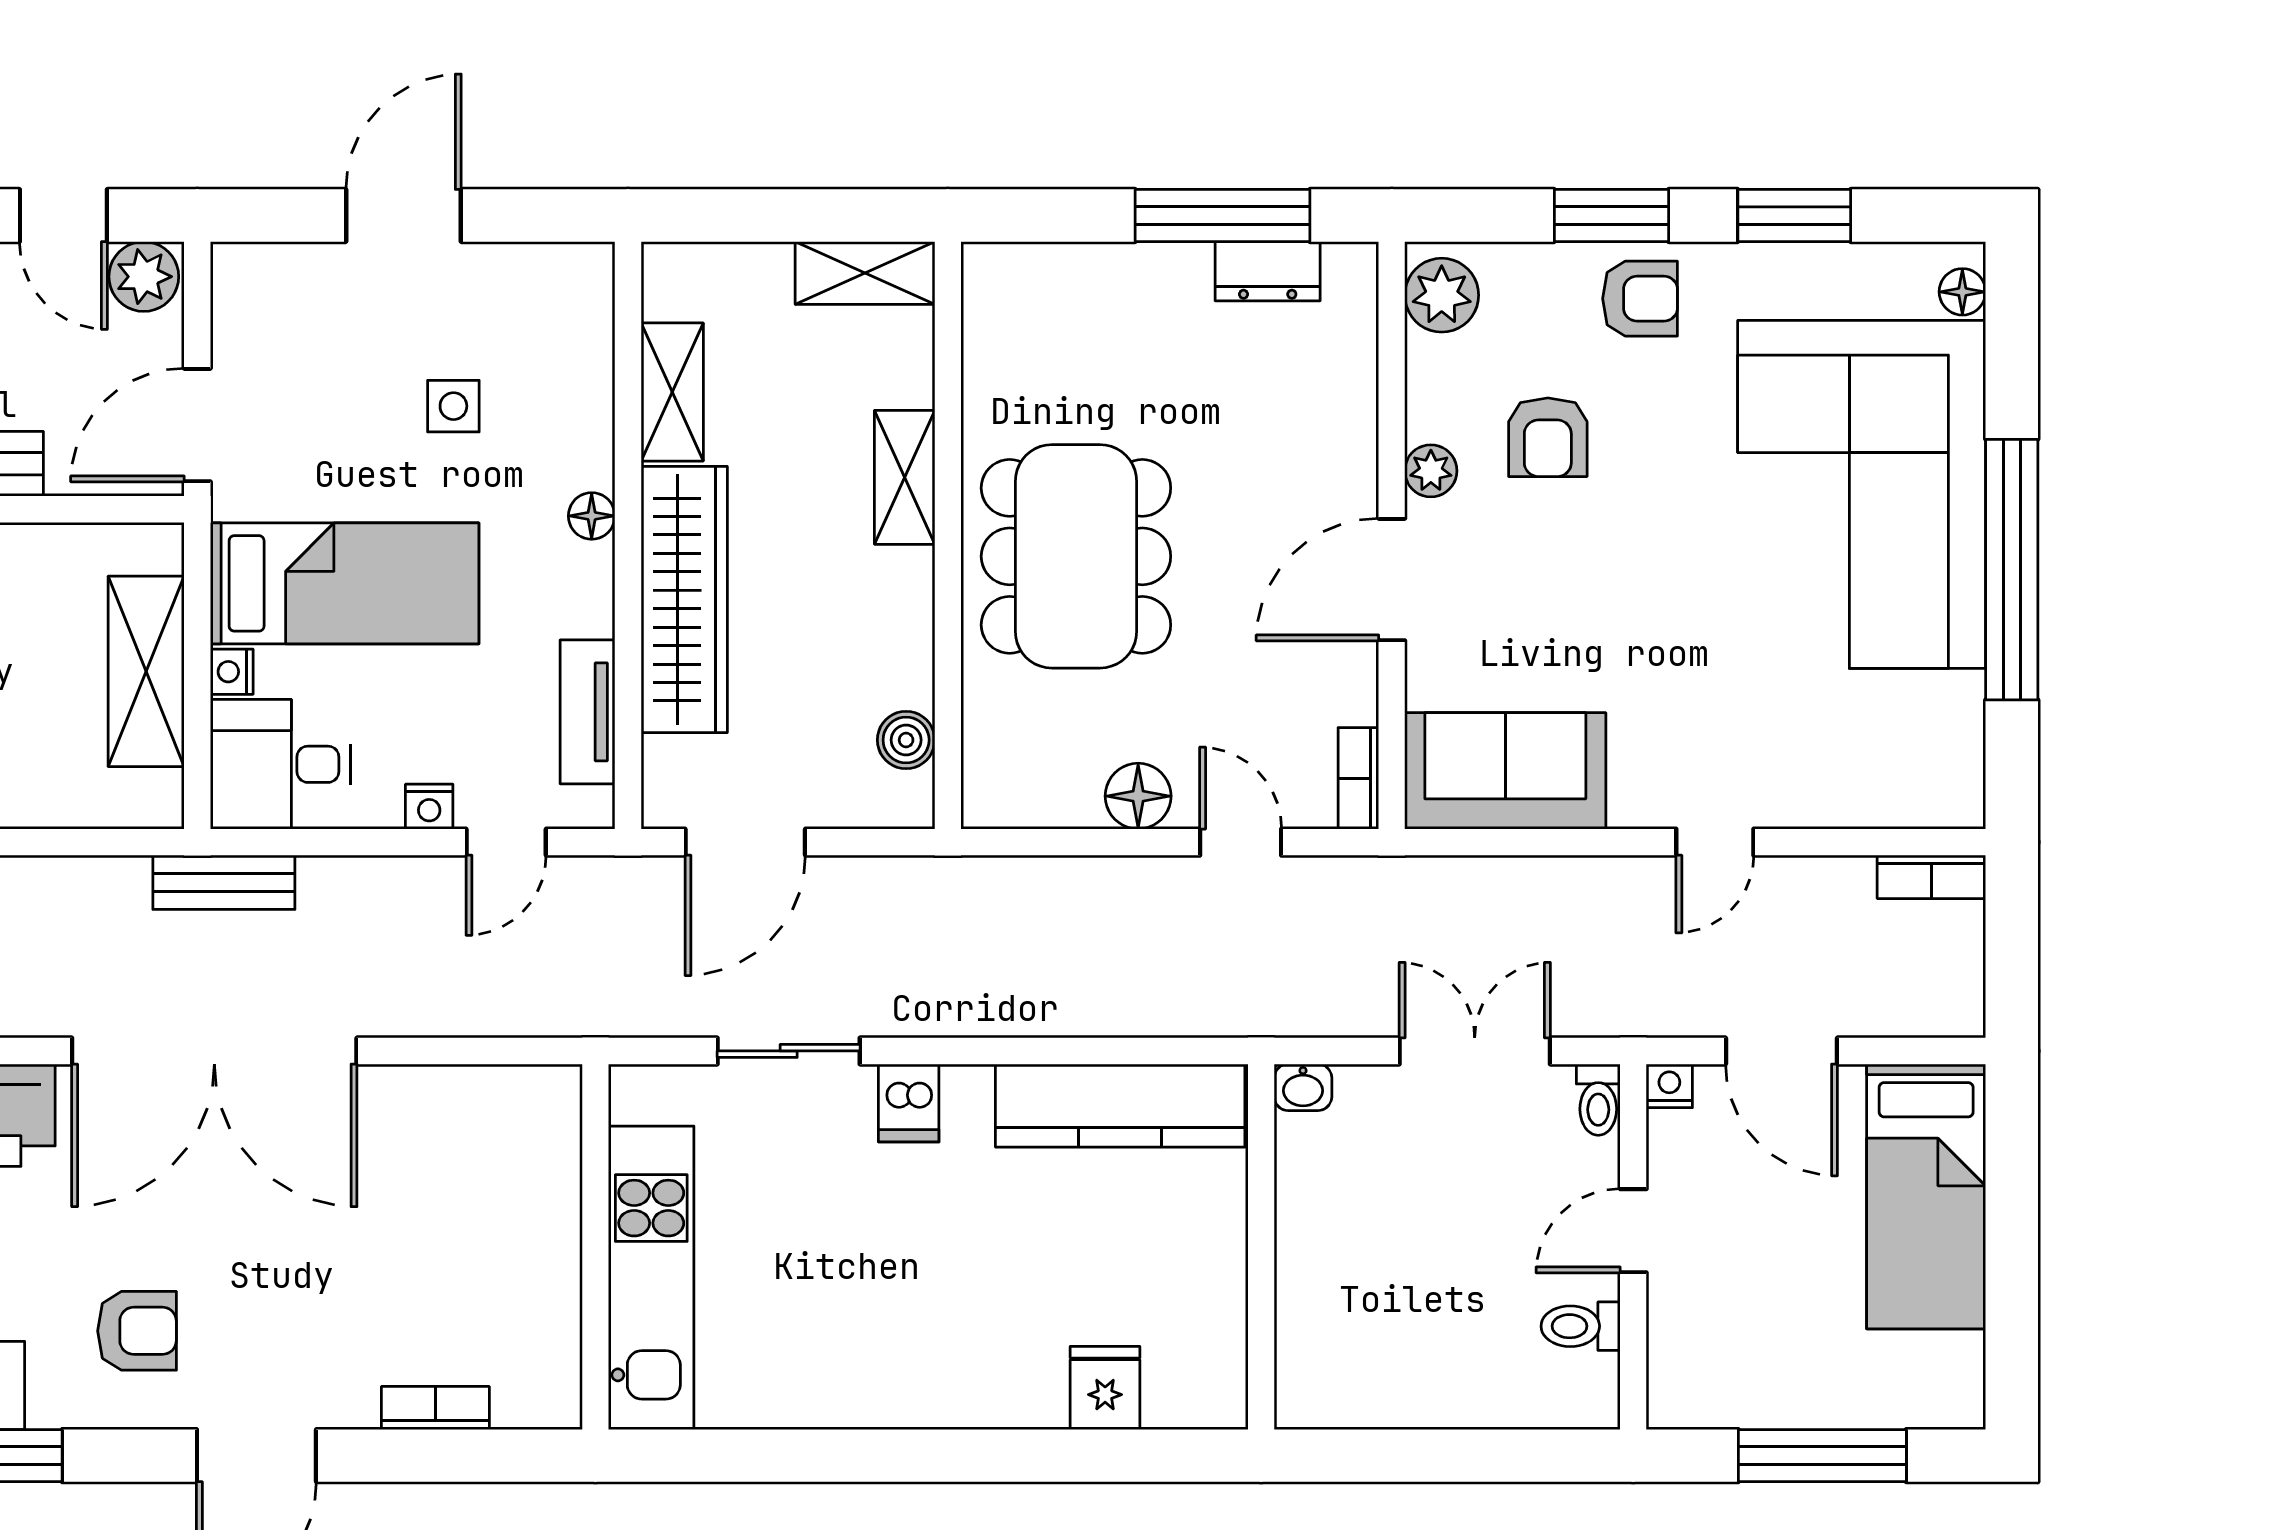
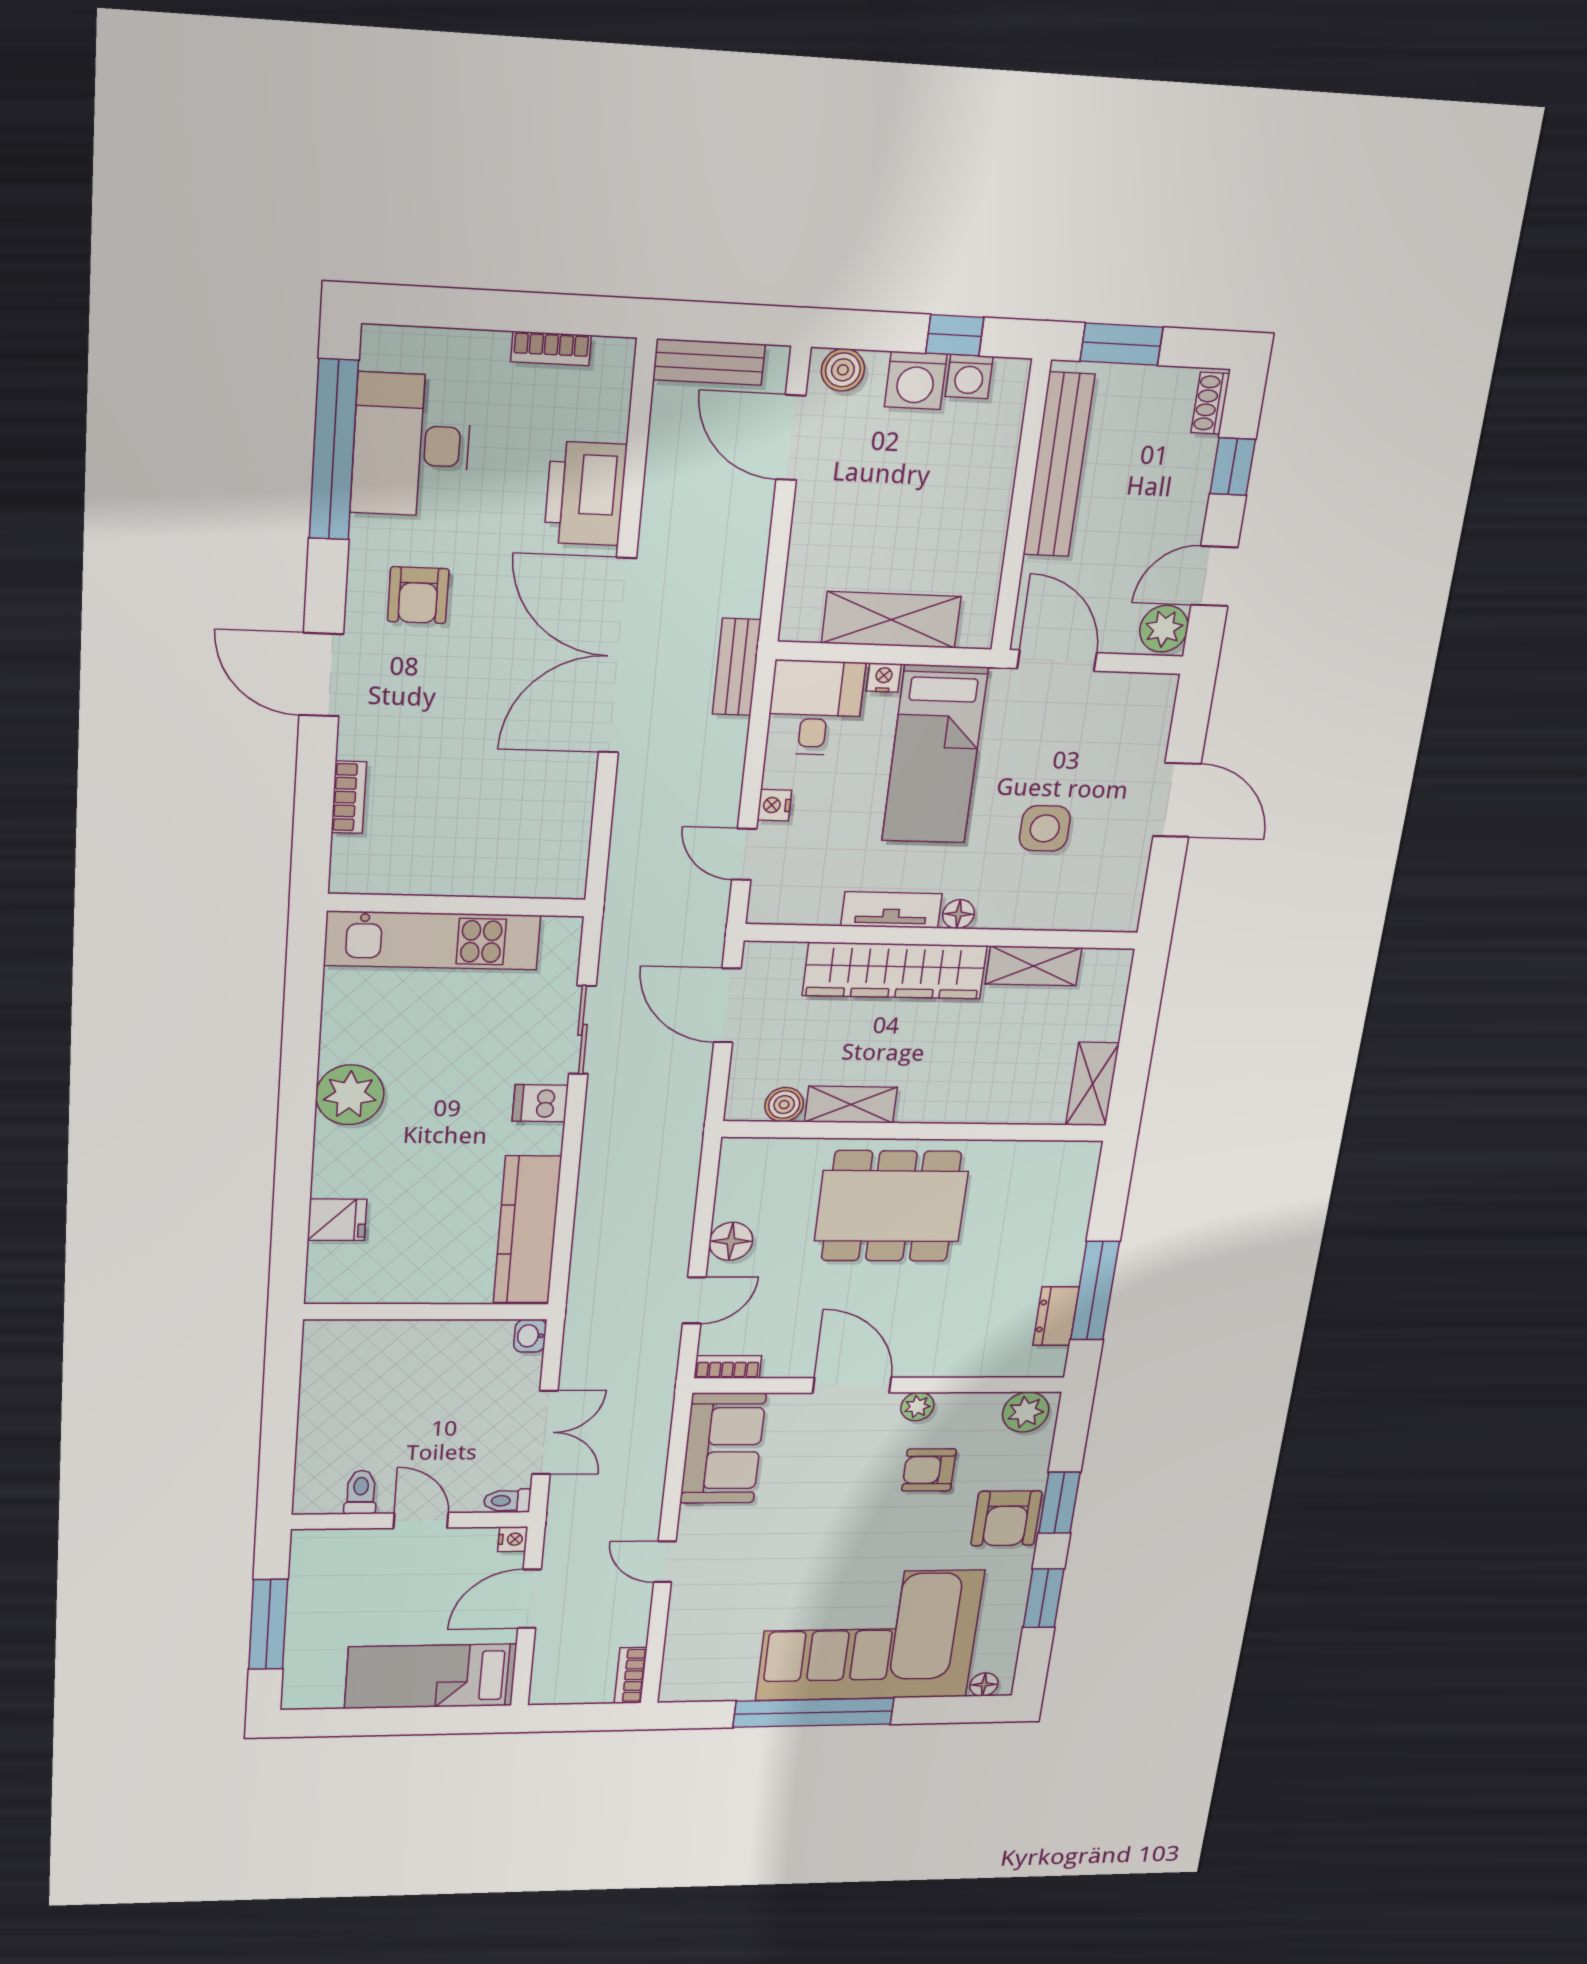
armchair: (1640, 299) -> (1006, 1518), width x1.38, depth x1.38
side table: (453, 406) -> (1045, 828), width x1.37, depth x1.37
shelving: (905, 477) -> (851, 1105), moved
tv unit: (588, 712) -> (891, 910), moved
plant: (899, 1381) -> (350, 1095), added

